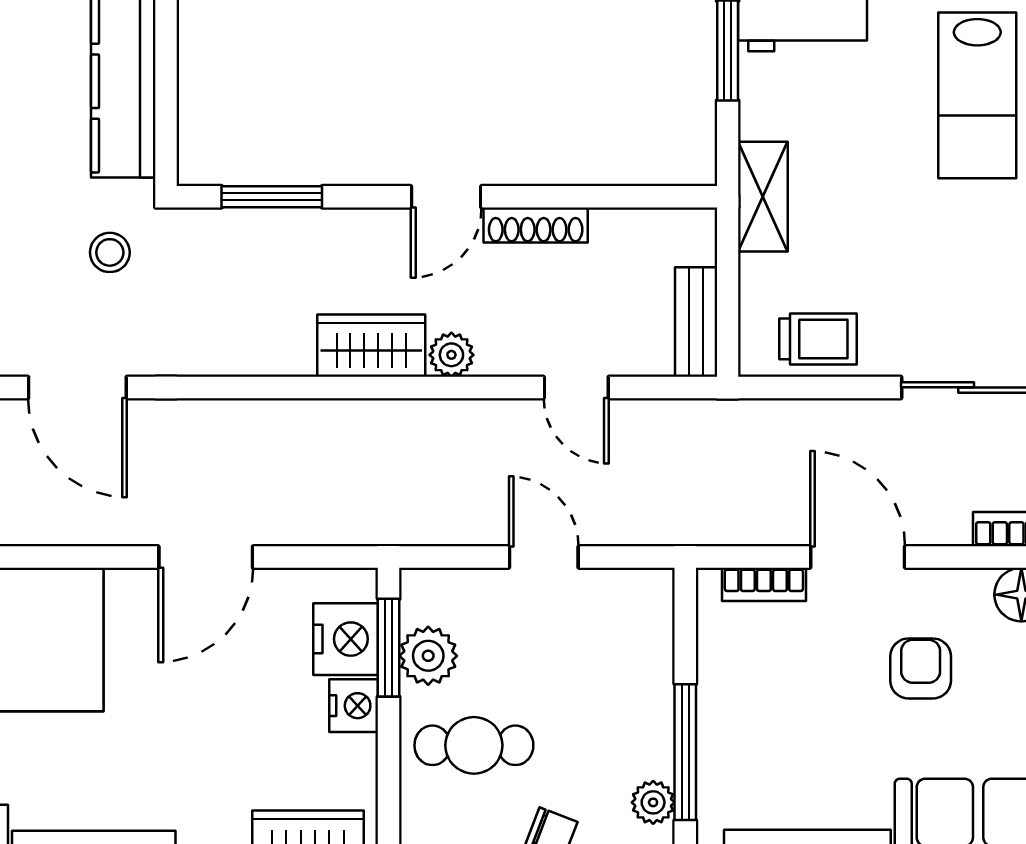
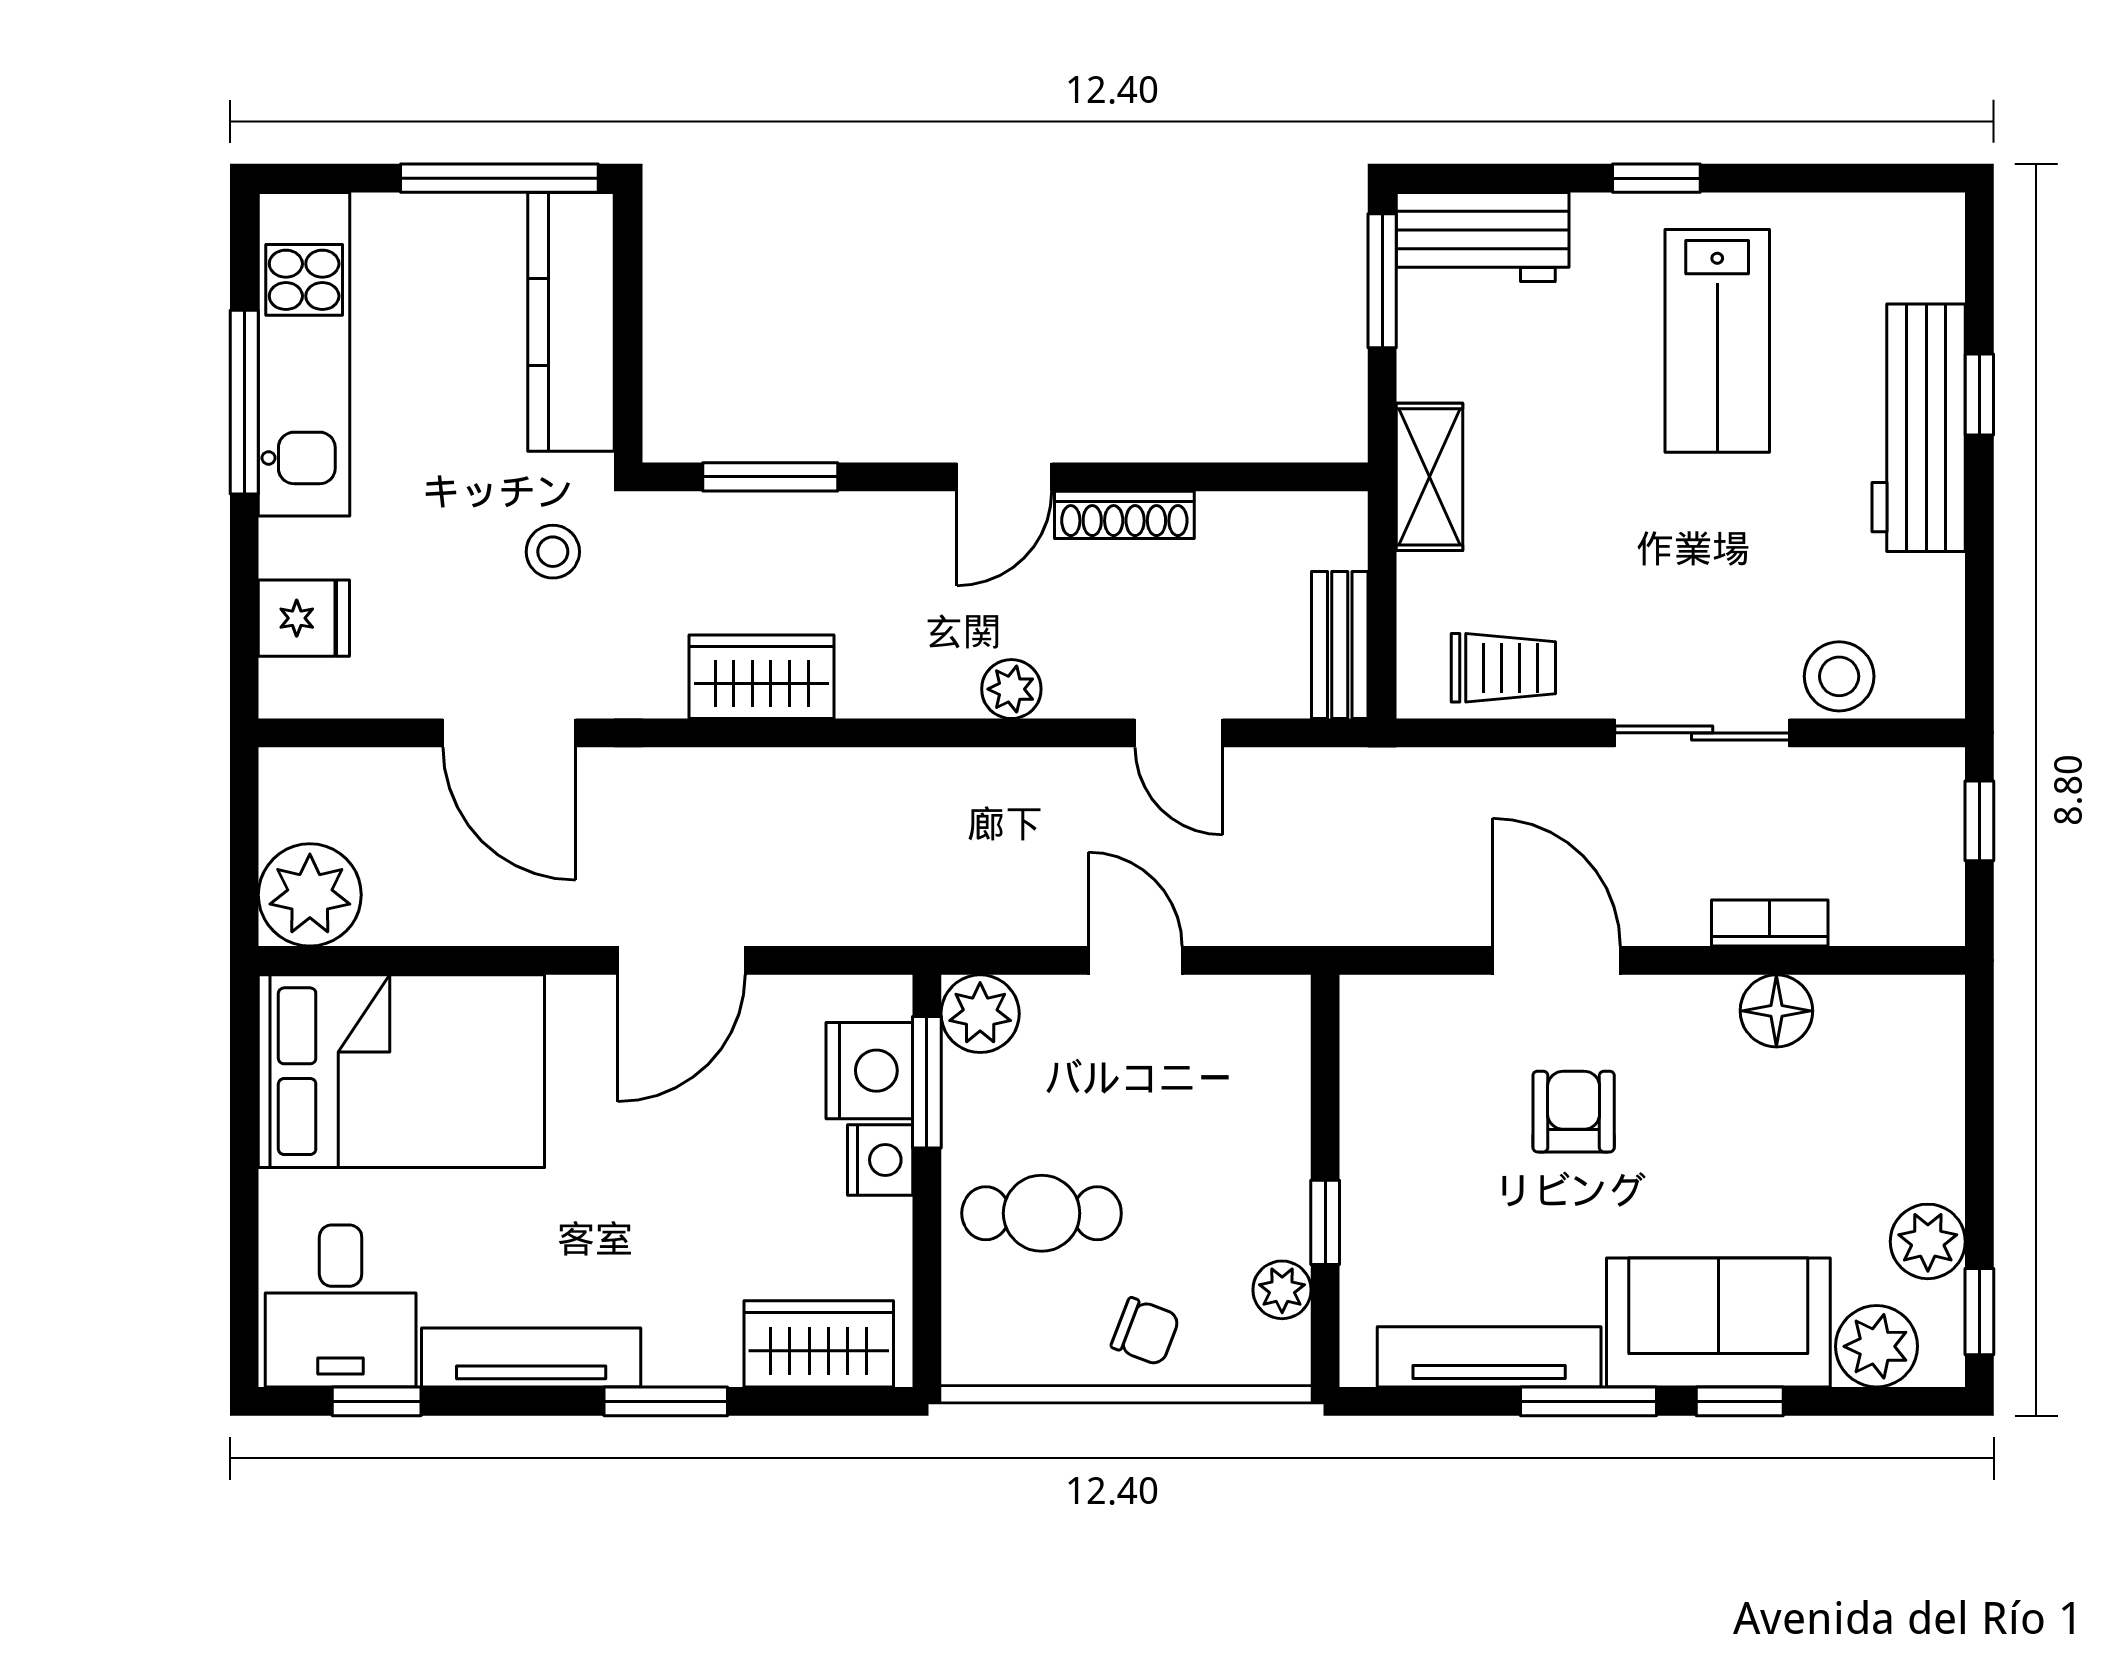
wardrobe: (371, 346) -> (762, 677), moved
bookcase: (764, 584) -> (1431, 997), removed
plant: (428, 656) -> (980, 1014), moved
armchair: (921, 668) -> (1574, 1112), moved
window: (685, 752) -> (1325, 1222), width x0.46

